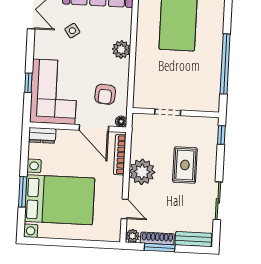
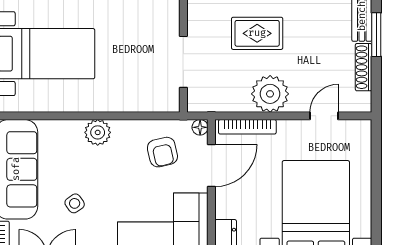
armchair: (105, 94) -> (162, 152), turned 73
doorway: (168, 112) -> (183, 62), width x1.38
plant: (132, 236) -> (362, 103), removed
window: (160, 248) -> (376, 35), moved

